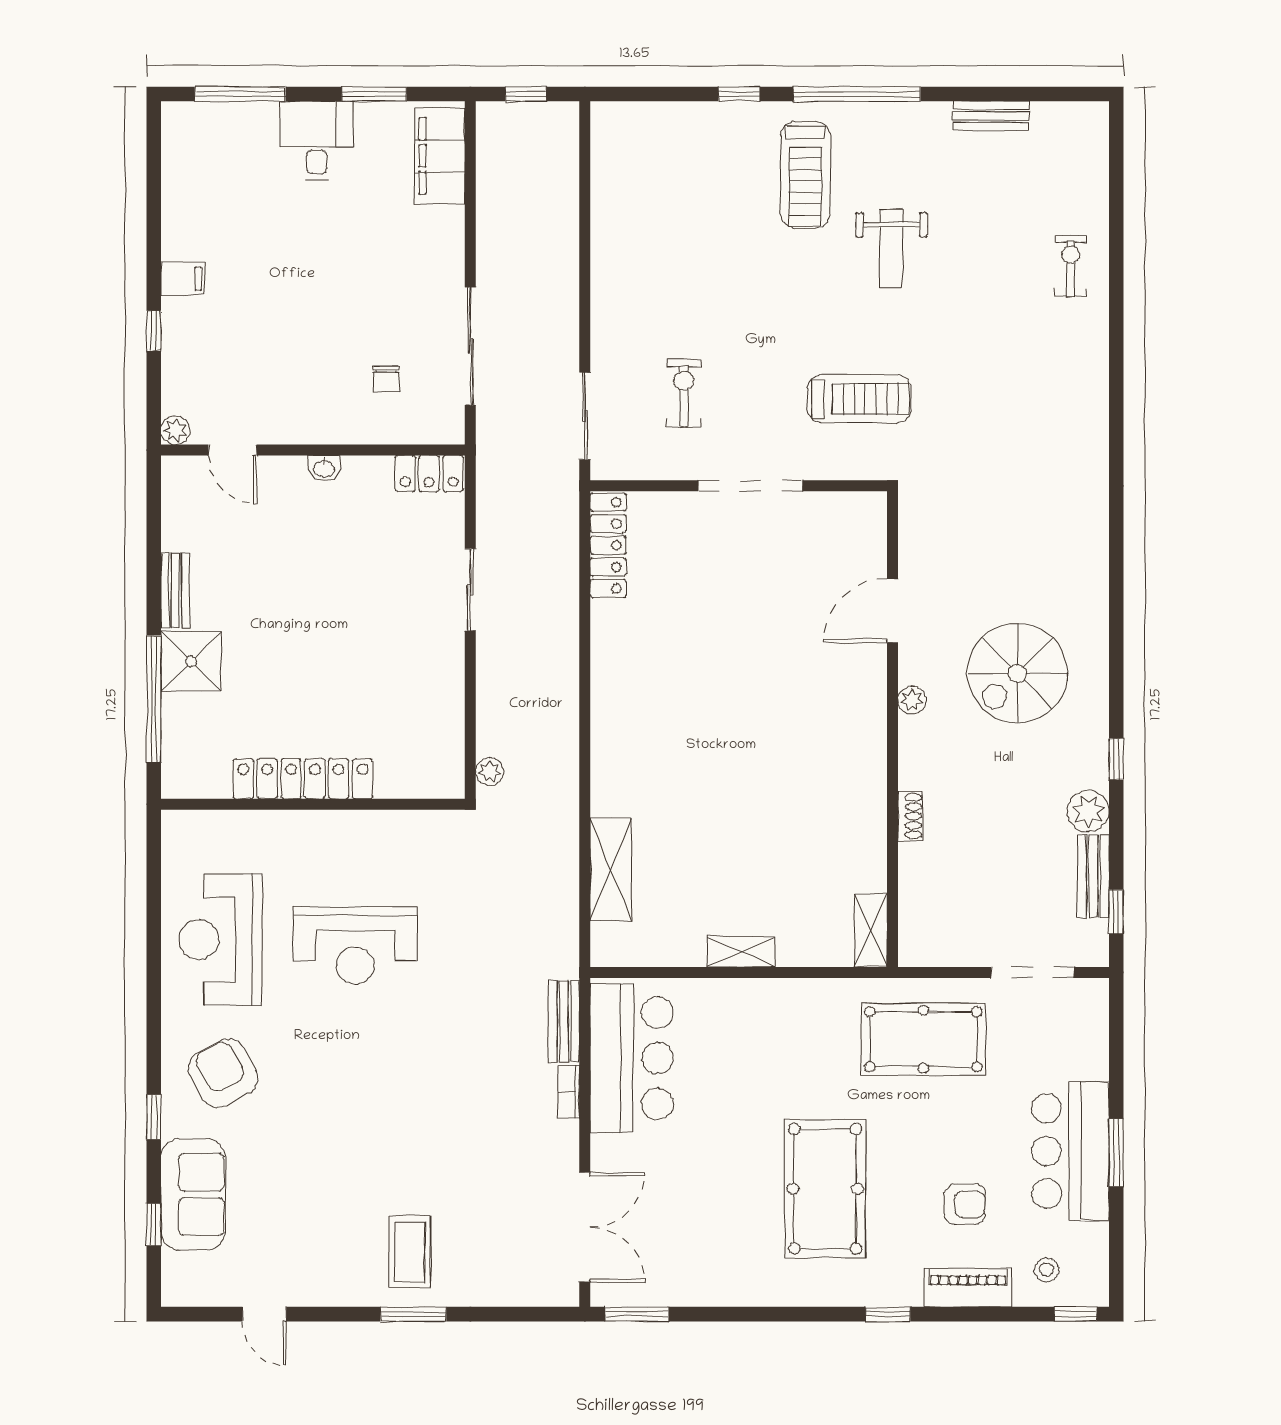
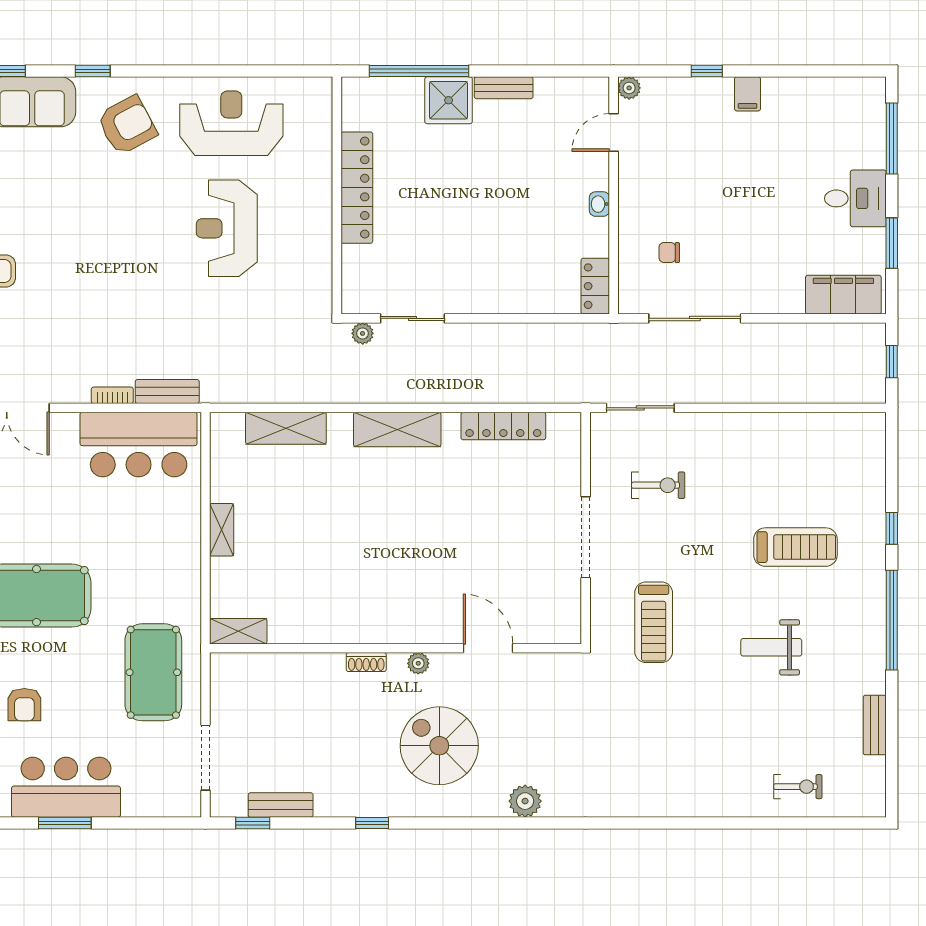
treadmill: (805, 175) -> (795, 547), moved, turned 180
exercise bike: (1071, 266) -> (798, 787), moved
locker: (608, 545) -> (503, 426), moved
sliding door: (470, 590) -> (413, 318), moved
shelving: (613, 727) -> (397, 429), added
plant: (1088, 811) -> (525, 801), moved
shoe rack: (910, 816) -> (366, 662), moved

